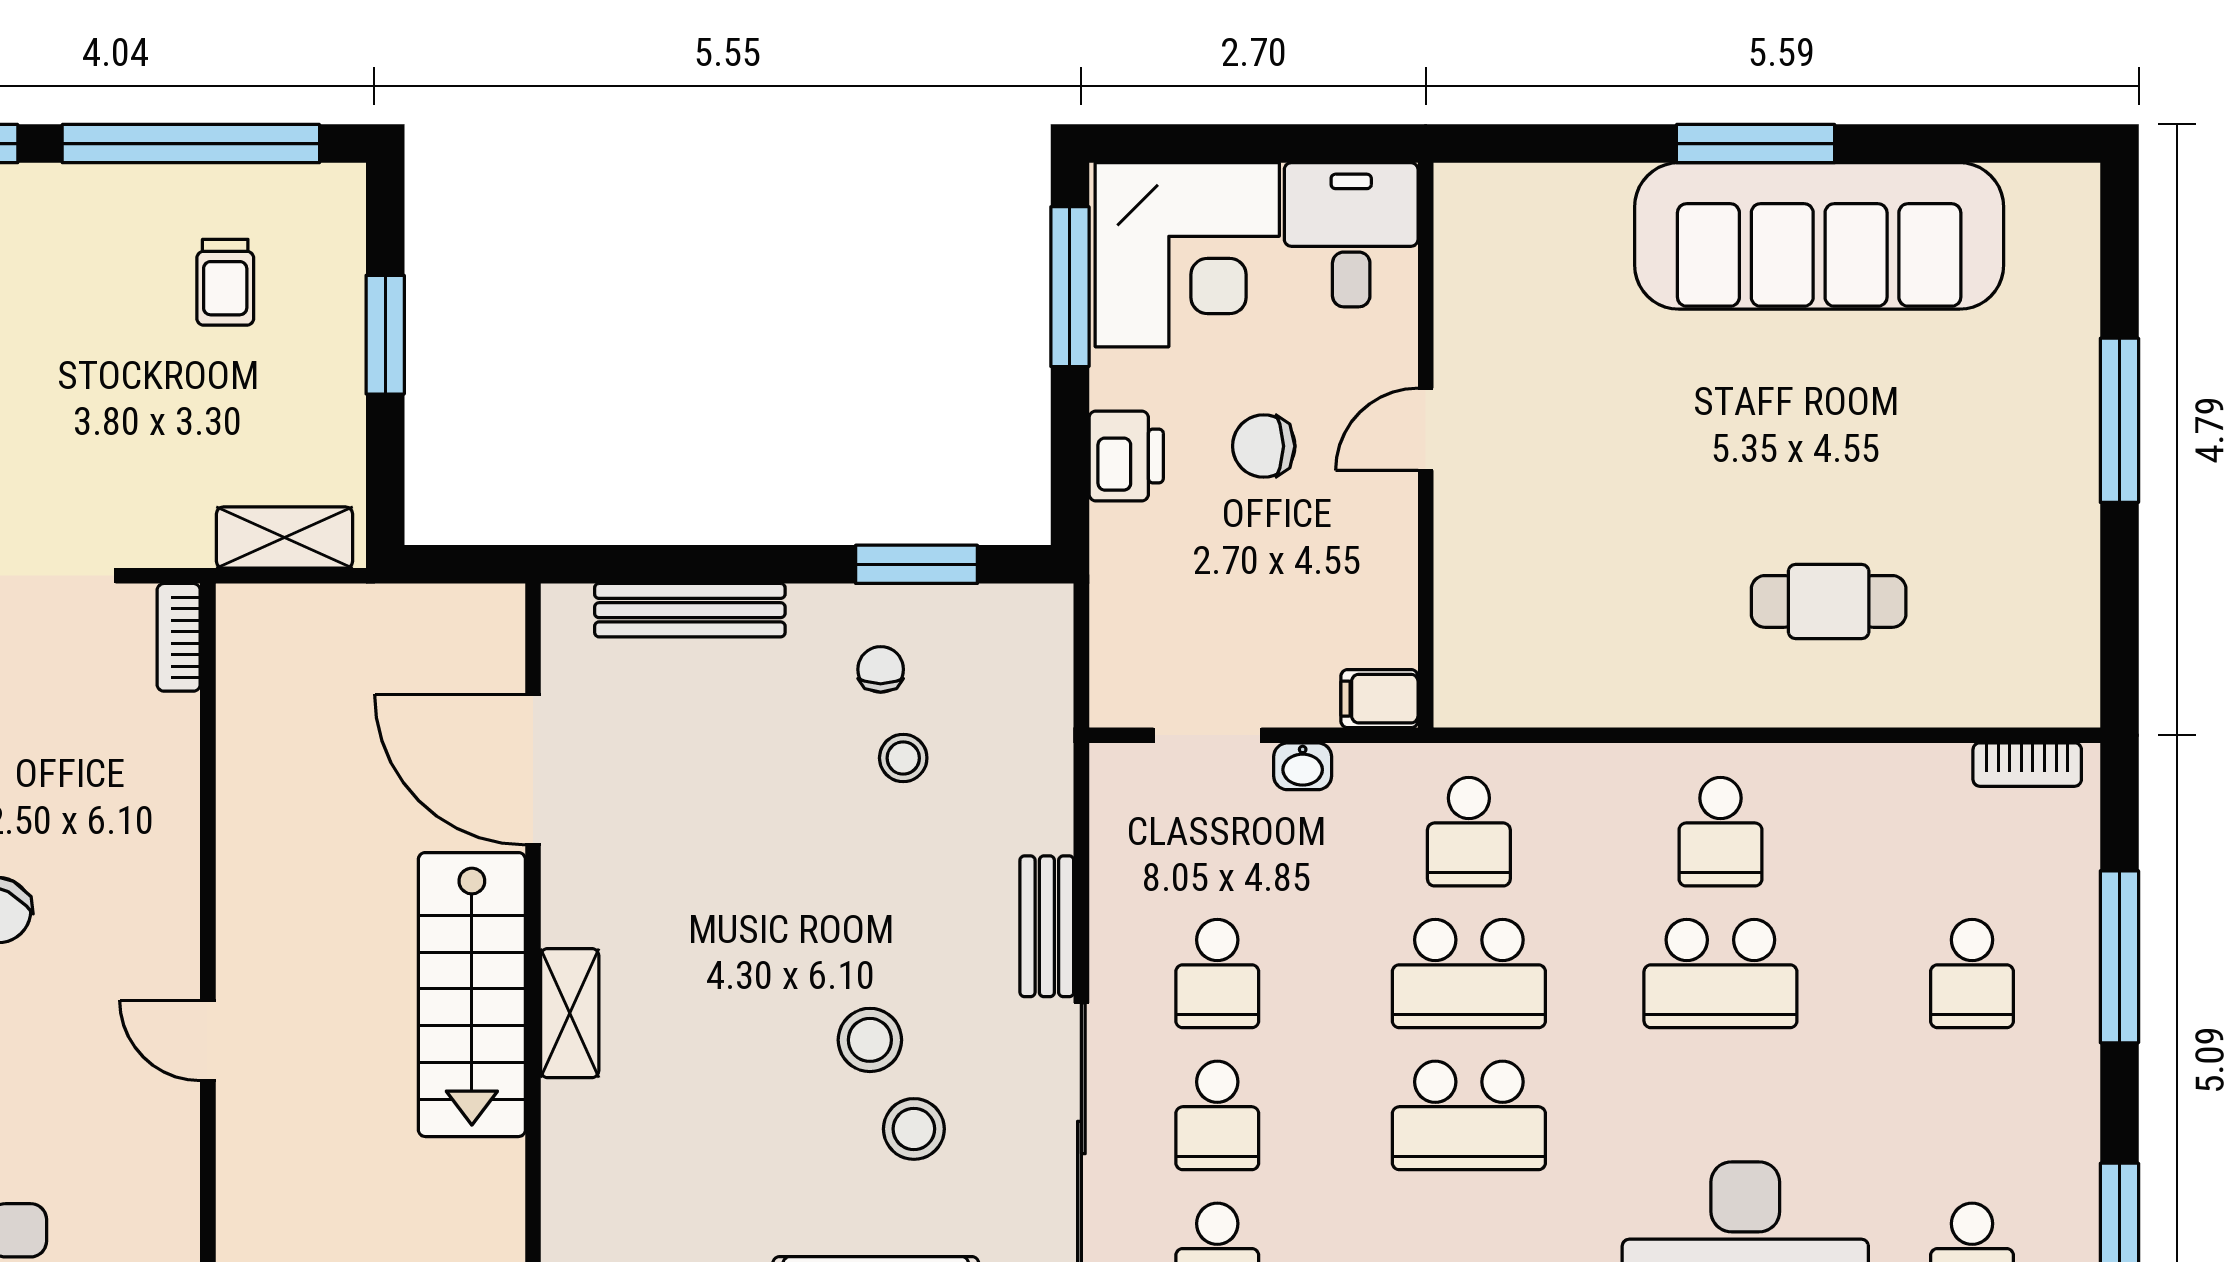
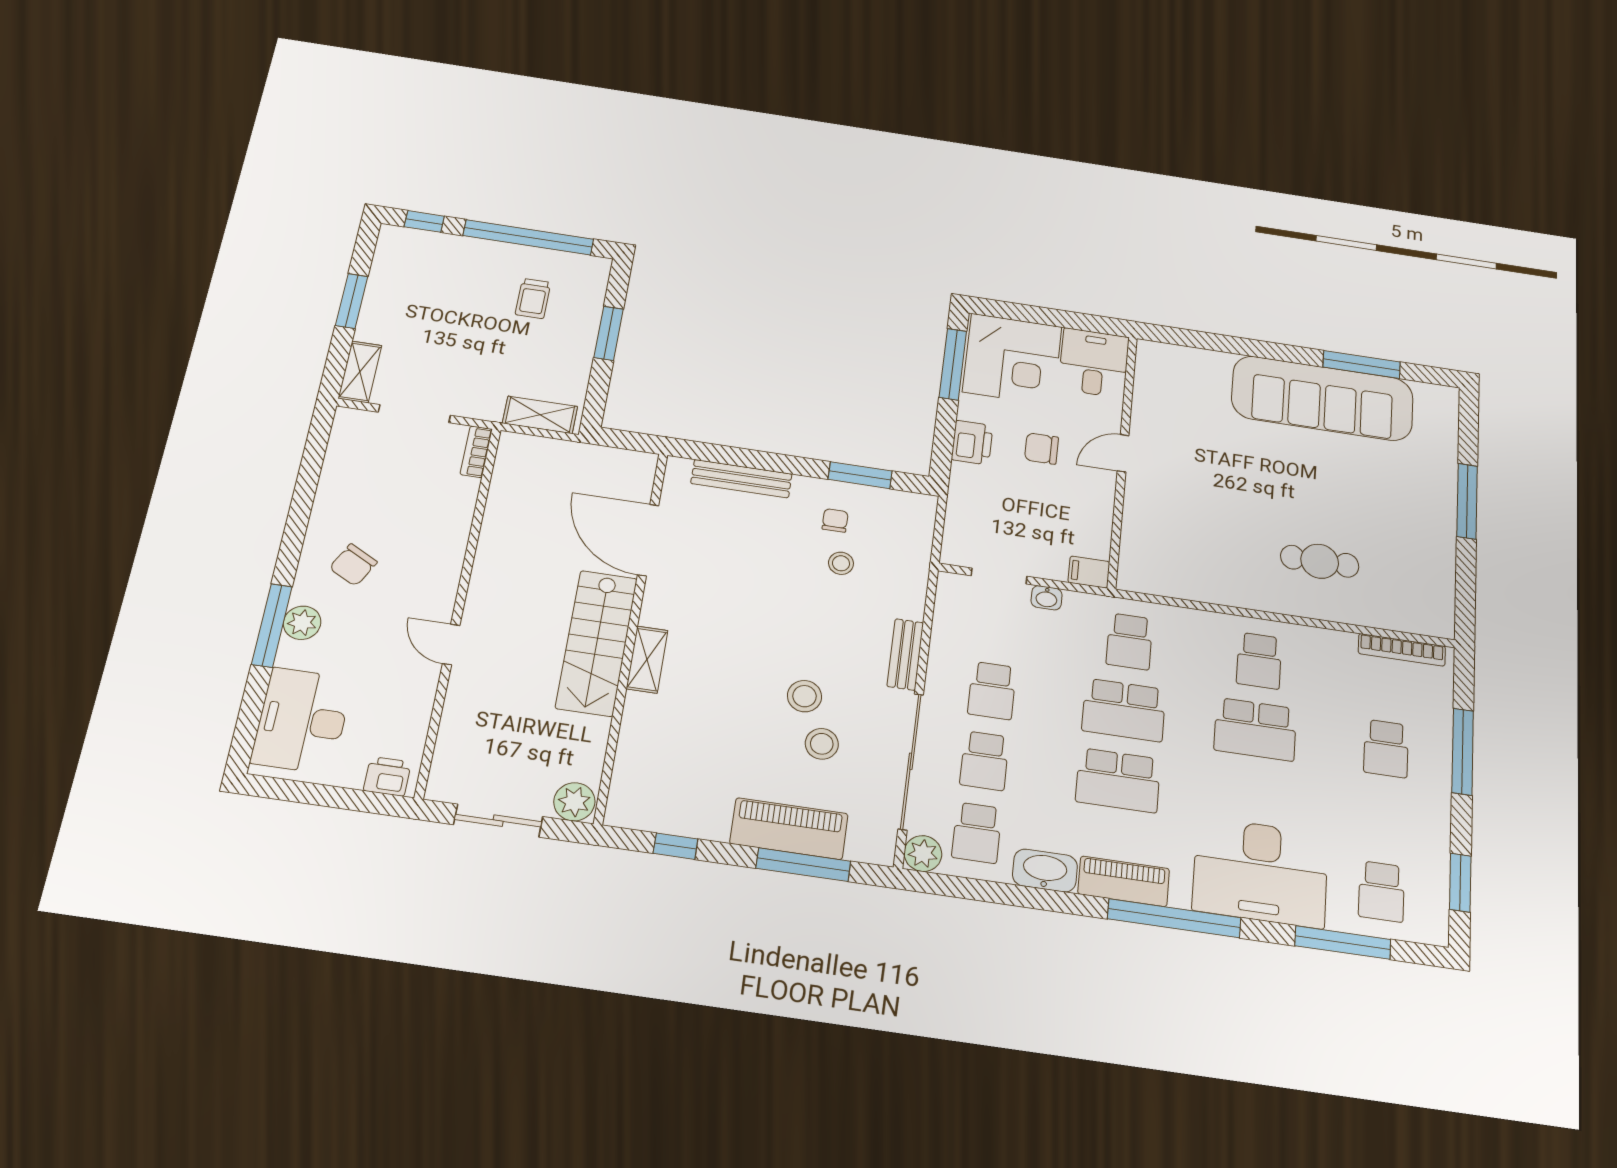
window: (1756, 144) -> (1362, 364), moved
bookcase: (2027, 765) -> (1402, 650), width x1.56

